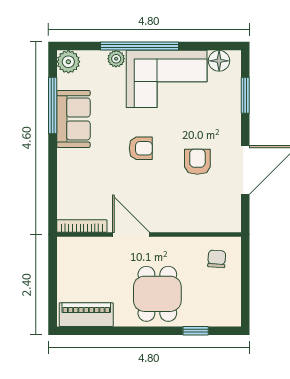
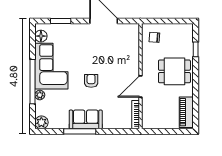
window: (53, 105) -> (80, 131), moved
sofa: (73, 119) -> (86, 119), moved
armchair: (197, 162) -> (99, 48), removed

